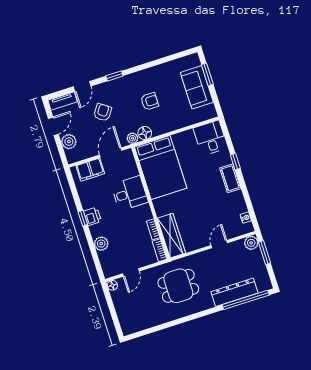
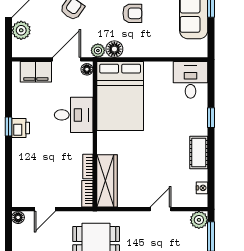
floor lamp: (129, 155) -> (87, 69), added
cot: (230, 178) -> (199, 153), moved
plant: (101, 244) -> (21, 164), removed

